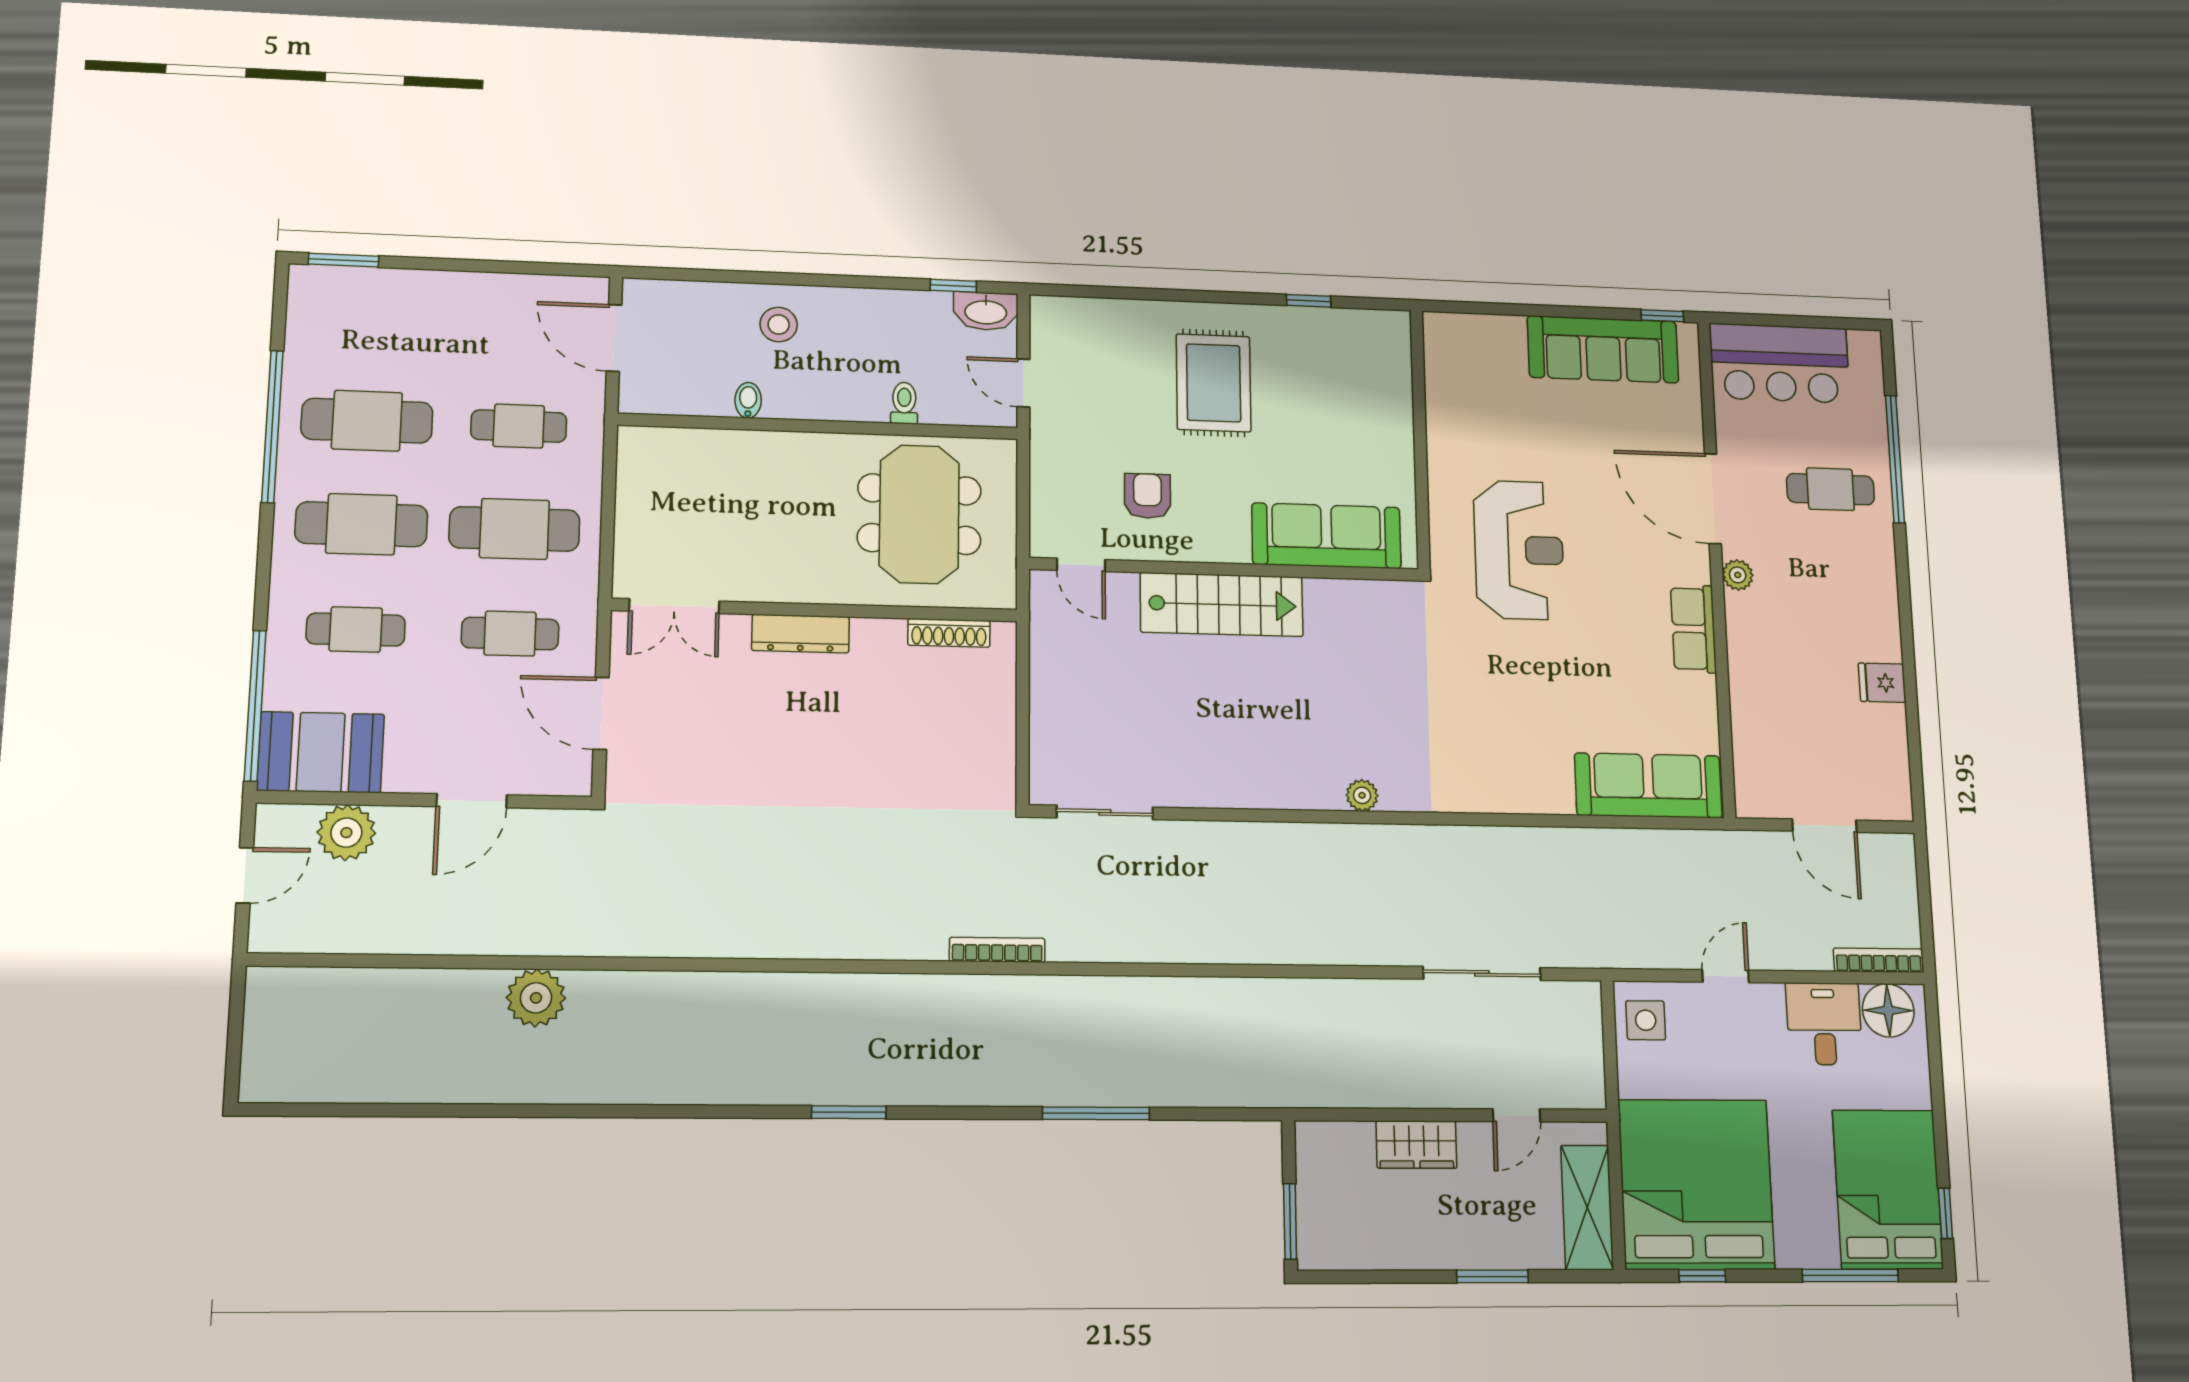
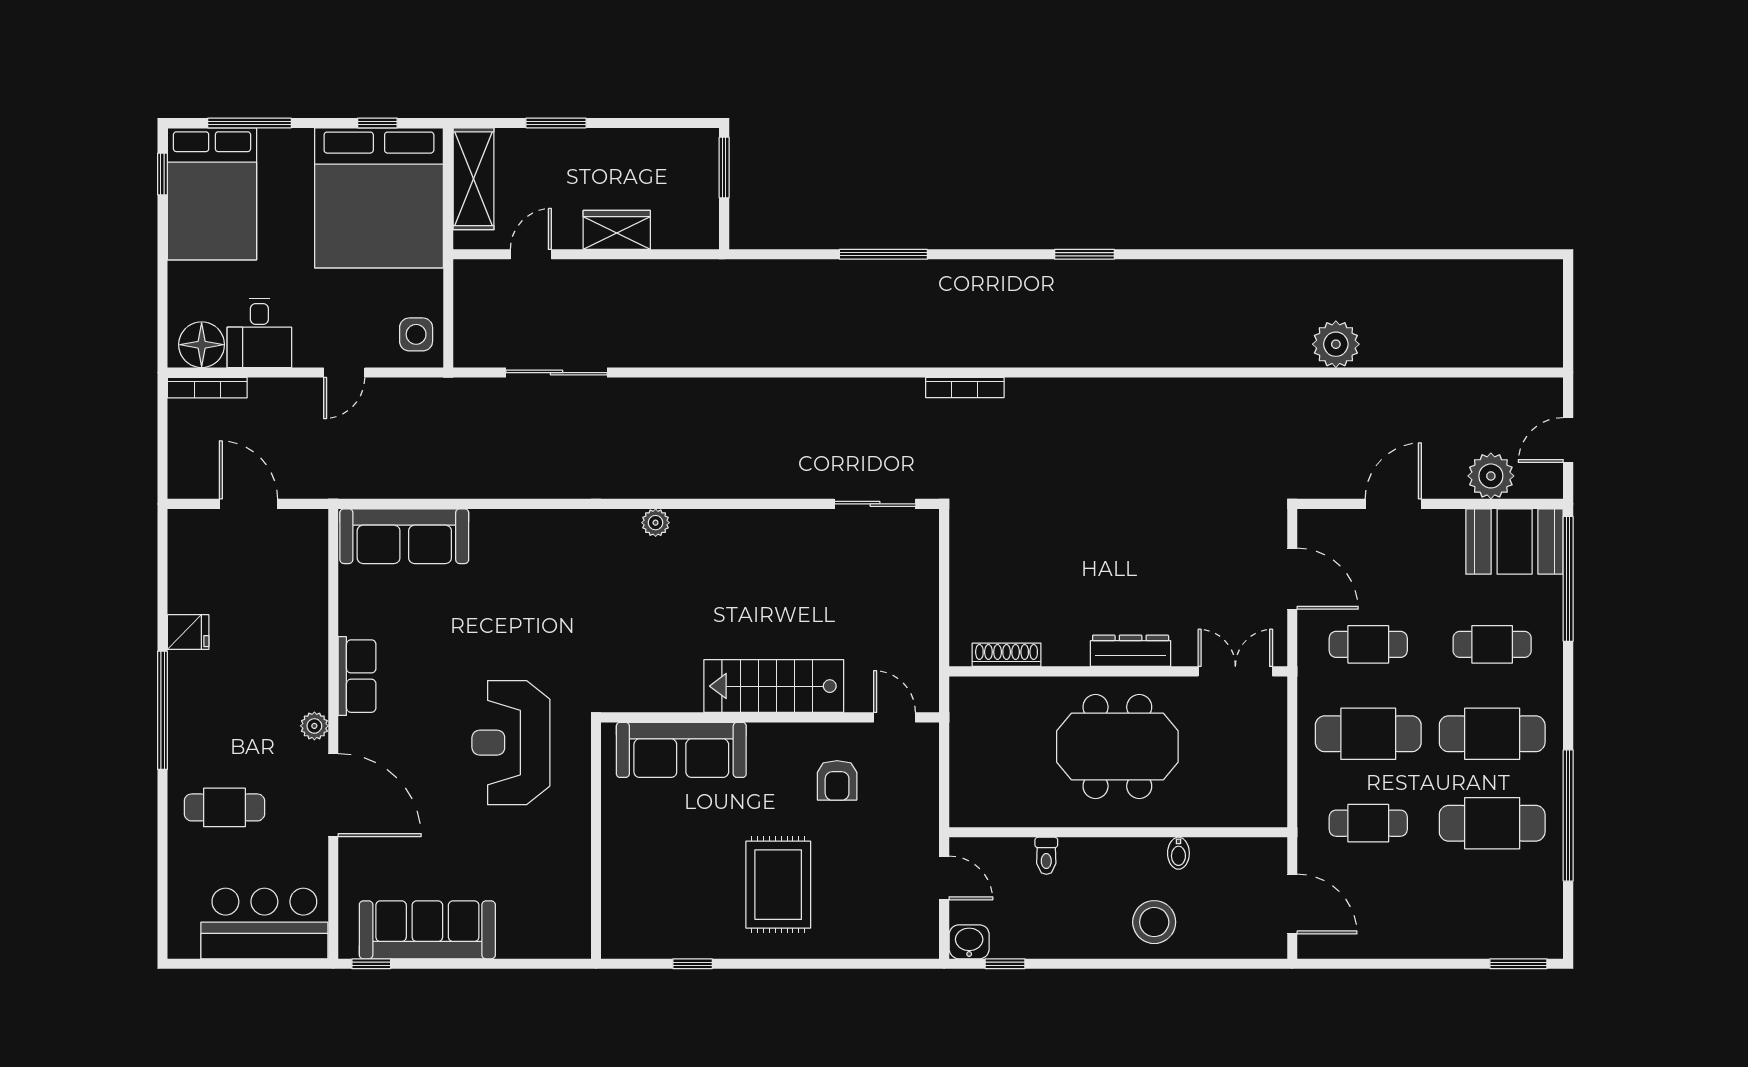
washbasin: (986, 311) -> (969, 942), width x0.72
stool: (779, 324) -> (1154, 922), width x1.38, depth x1.38
window: (1895, 459) -> (162, 710), moved
meeting table: (919, 514) -> (1117, 747), moved, turned 90

